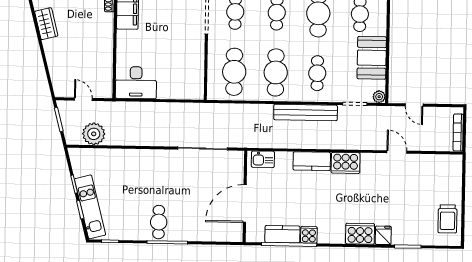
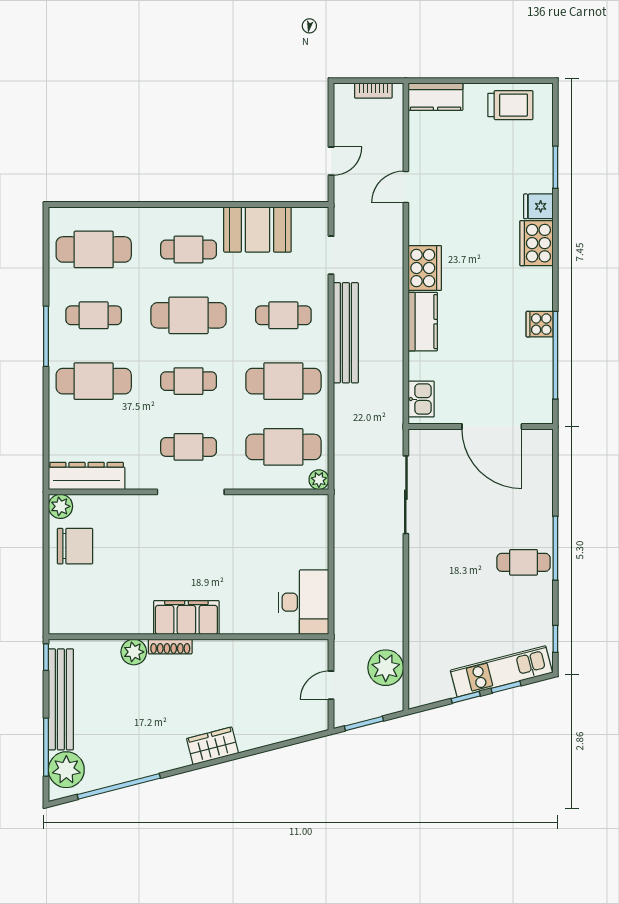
plant: (379, 97) -> (319, 480), moved
bookcase: (458, 132) -> (373, 91), width x0.64
kitchen counter: (282, 234) -> (436, 97), moved, turned -90

